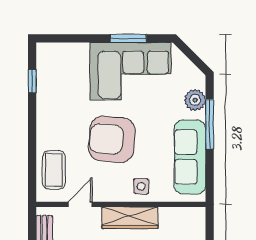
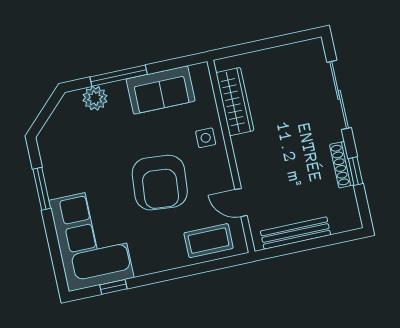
corner sofa: (131, 71) -> (91, 239), moved
sofa: (190, 157) -> (161, 90), width x0.73
wardrobe: (130, 218) -> (235, 102), moved

